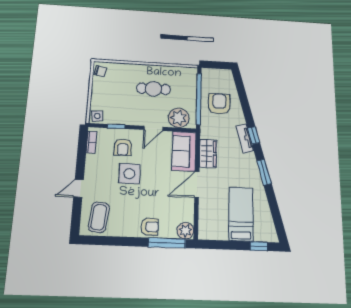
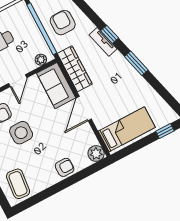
plant: (179, 118) -> (41, 60), width x0.53, depth x0.53
wardrobe: (208, 153) -> (75, 69), width x1.50
bed: (241, 214) -> (127, 129), moved, turned 90
window: (167, 243) -> (86, 172), removed

